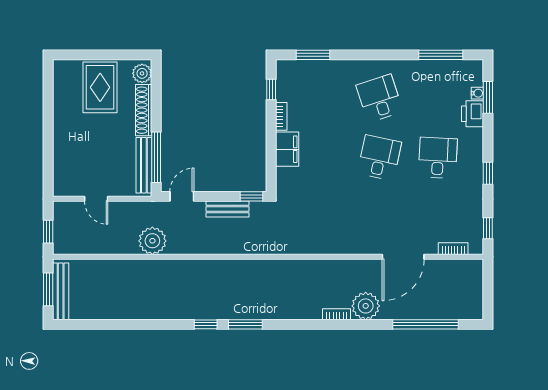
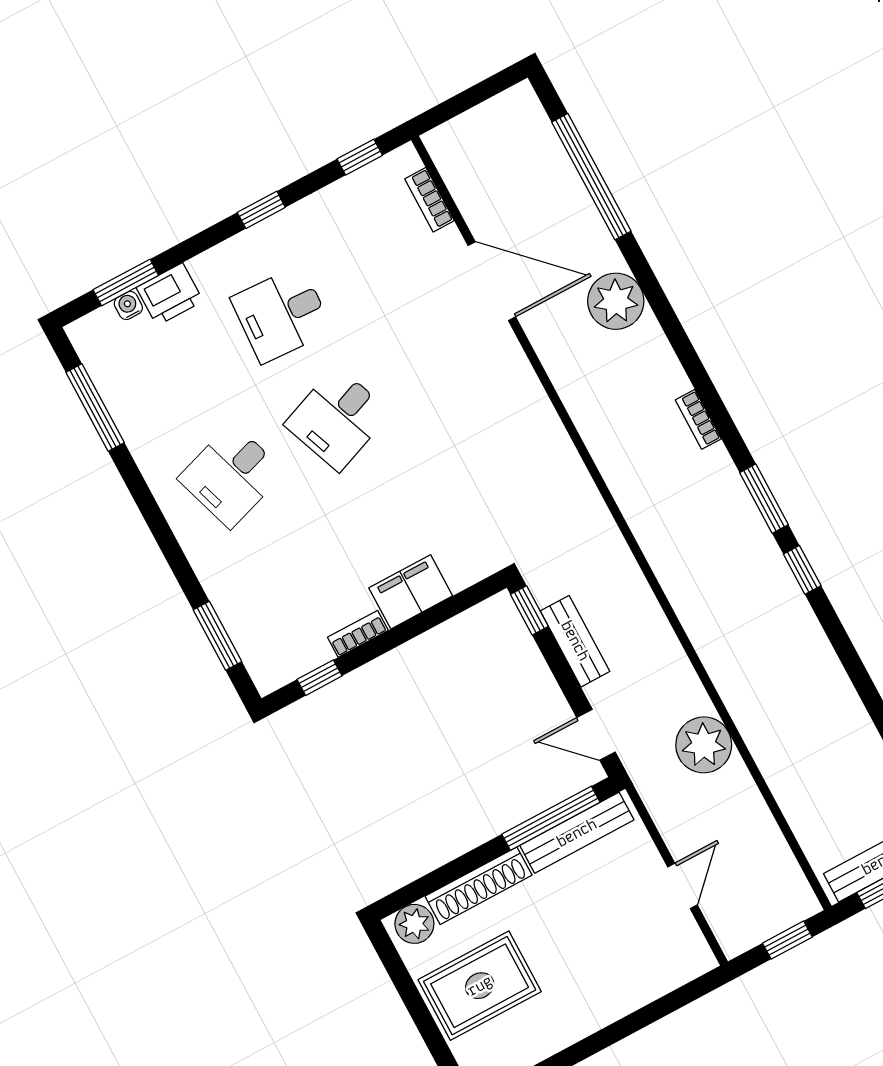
desk: (379, 158) -> (338, 419), turned -33
bookcase: (337, 314) -> (698, 419), moved

